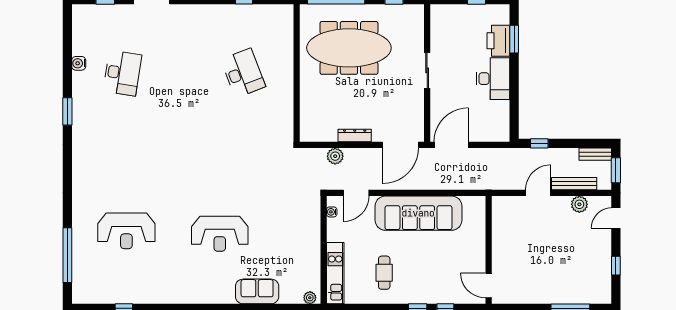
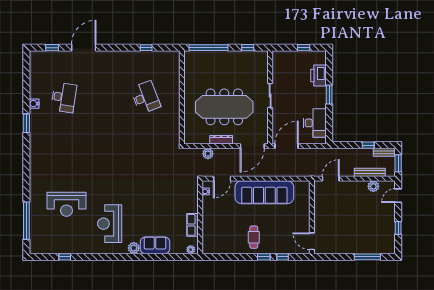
window: (514, 39) -> (329, 94), moved
meeting table: (349, 48) -> (224, 107), moved
water cooler: (79, 63) -> (34, 104), moved
desk: (493, 79) -> (315, 123), moved
window: (539, 143) -> (368, 145), moved
door: (538, 193) -> (331, 179), moved
reception desk: (220, 234) -> (110, 224), moved, turned 90
row of seats: (312, 261) -> (193, 225), added
kitchen unit: (335, 273) -> (208, 233), removed
cafe table: (384, 273) -> (254, 237), moved
plant: (226, 295) -> (134, 248), added

